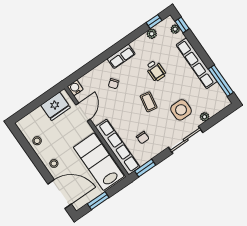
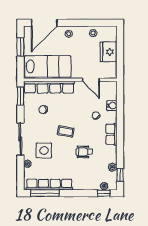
row of seats: (197, 63) -> (49, 185), moved
water cooler: (75, 88) -> (112, 106), moved
fridge: (56, 106) -> (108, 52), moved

